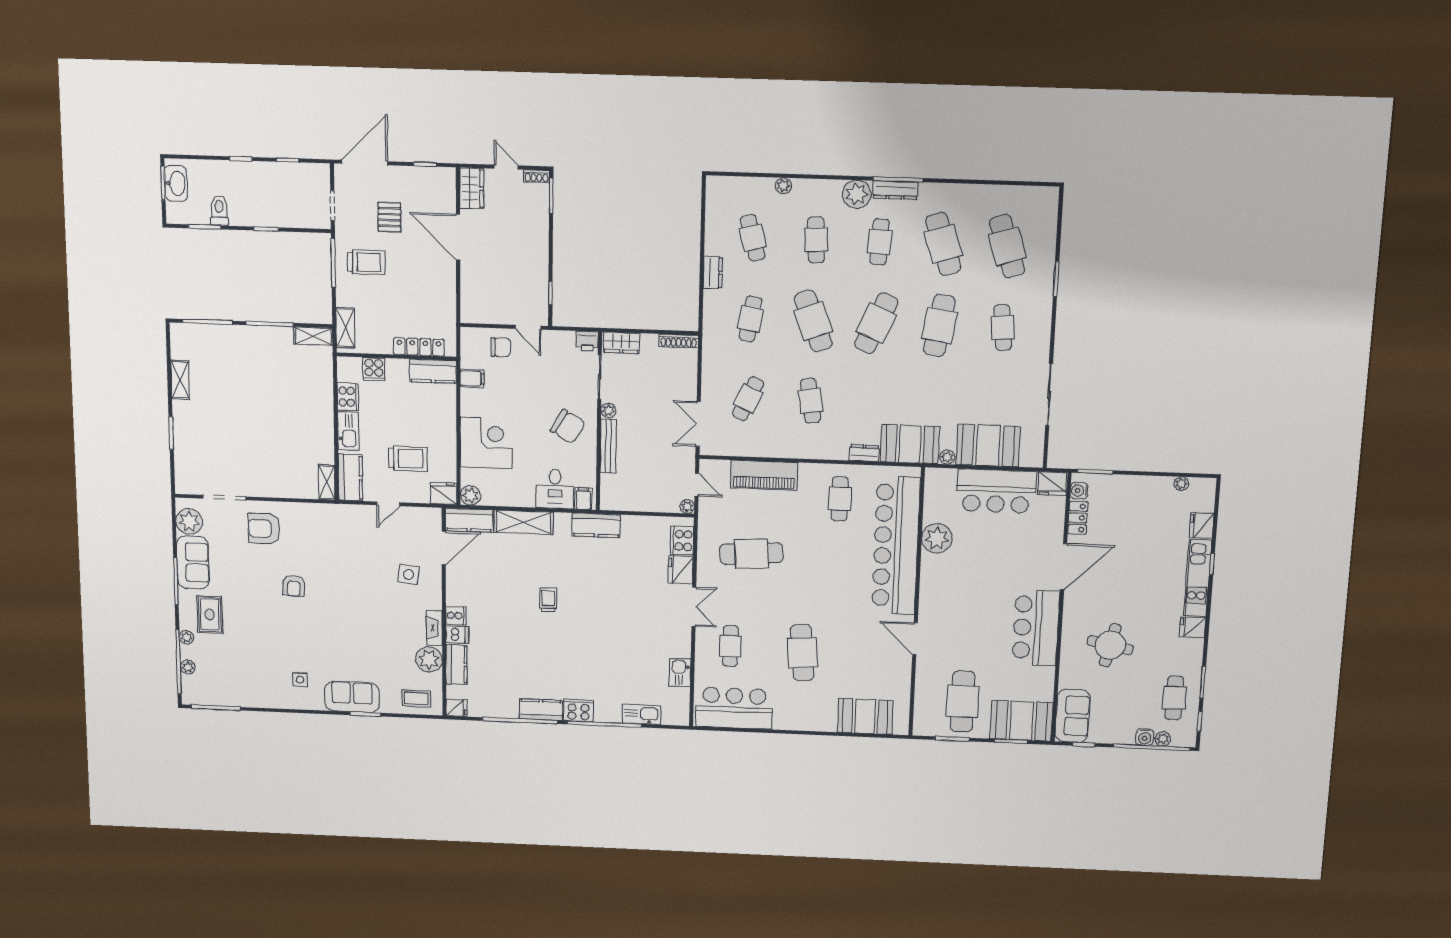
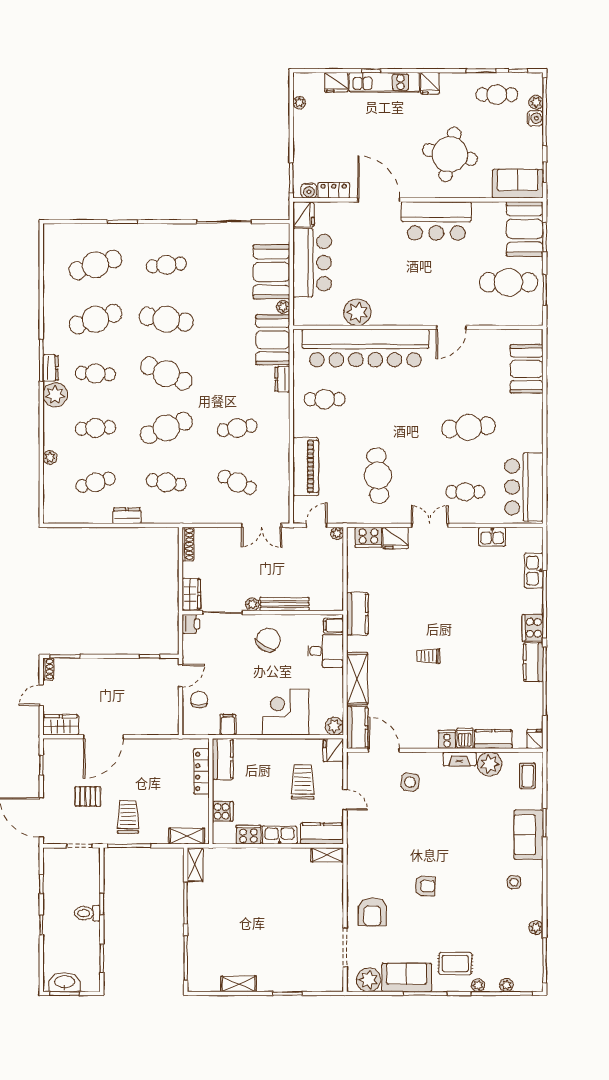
dresser: (895, 190) -> (51, 368), width x0.70
toilet: (219, 211) -> (87, 913), moved
round table: (1110, 645) -> (450, 154), width x1.36, depth x1.36
plant: (251, 700) -> (536, 928), added

